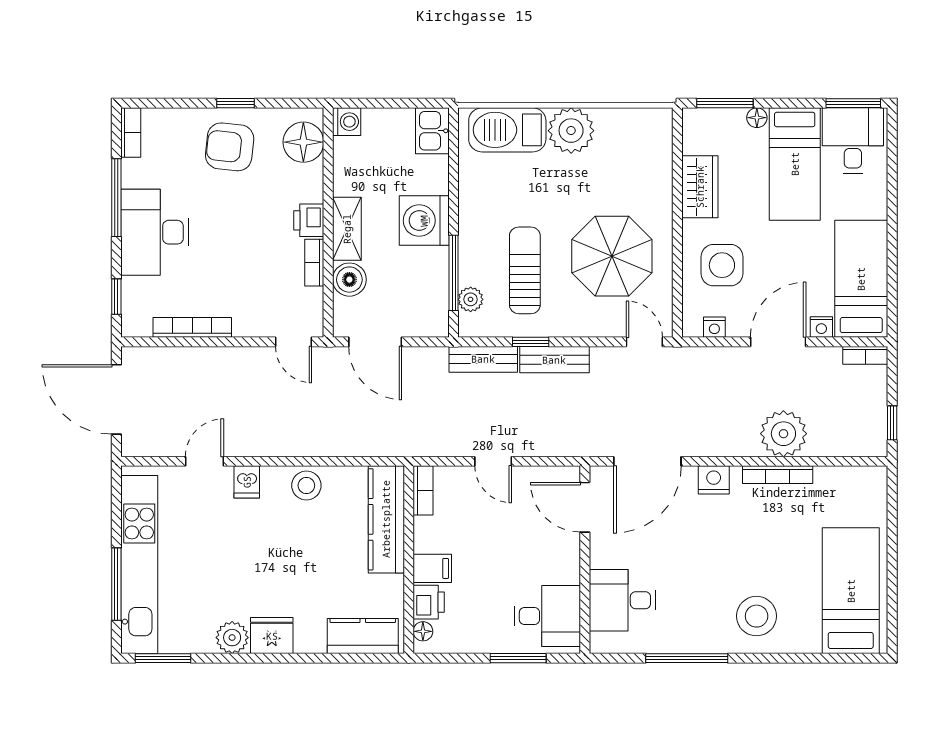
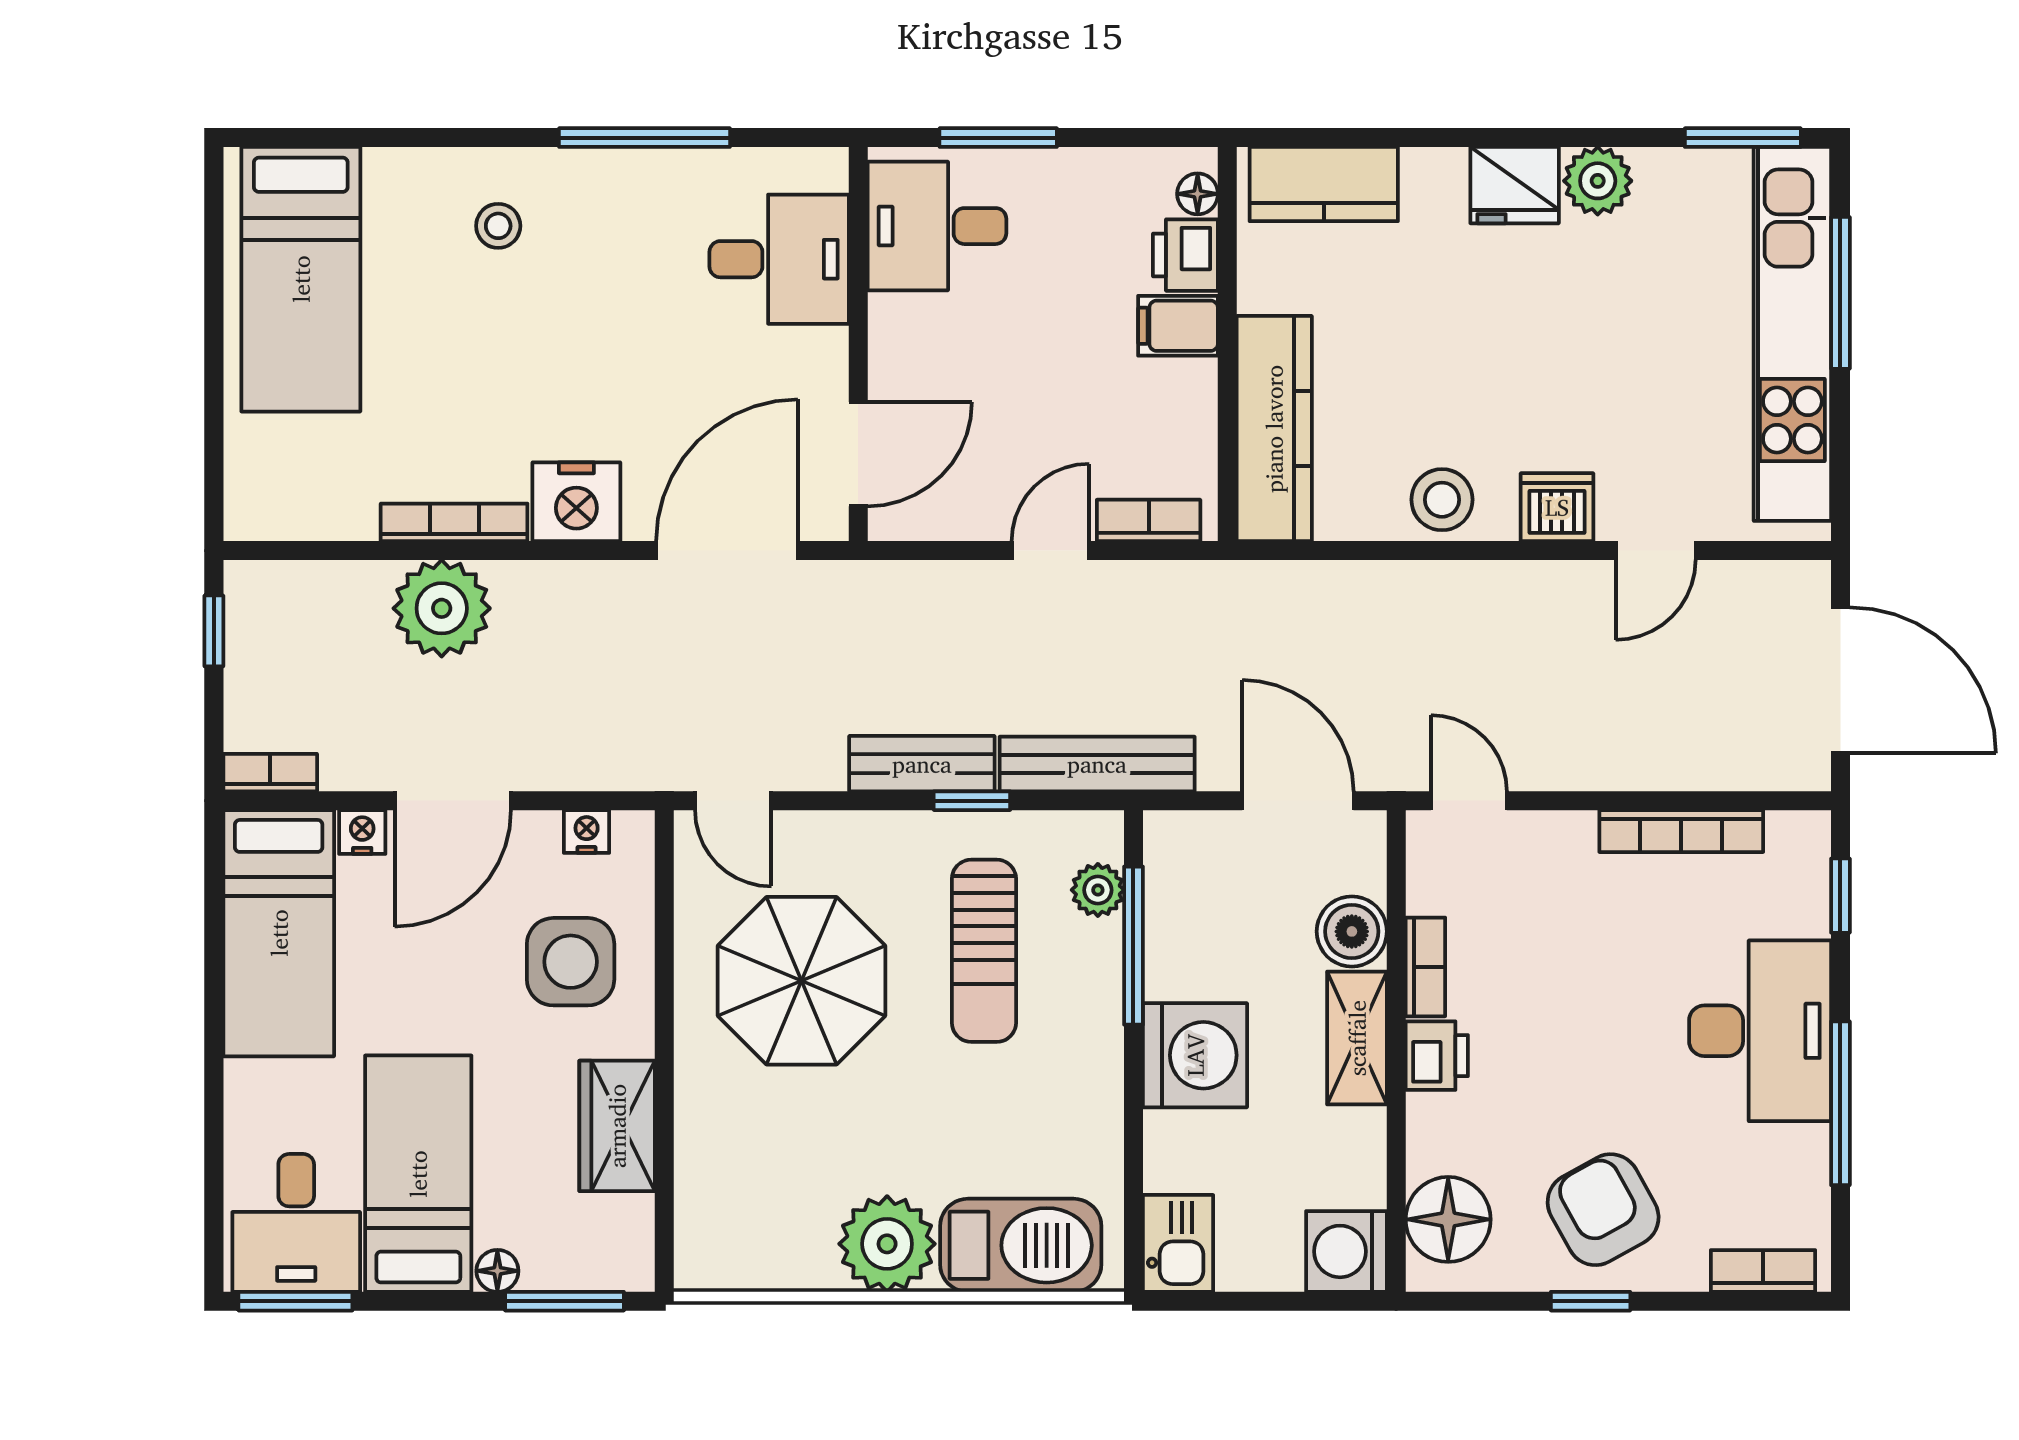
washing machine: (347, 122) -> (1346, 1251), width x1.38, depth x1.38
bookcase: (131, 133) -> (1763, 1271), moved, turned 90
armchair: (230, 147) -> (1603, 1210), turned -125
bench: (483, 359) -> (1097, 764), width x1.36
door: (493, 461) -> (1050, 551), hinge flipped
nightstand: (714, 480) -> (576, 502), width x1.36, depth x1.33
dishwasher: (247, 482) -> (1557, 507), width x1.38
bookcase: (423, 490) -> (1149, 520), moved, turned 90
door: (585, 507) -> (858, 454), hinge flipped
stool: (757, 616) -> (498, 226), width x0.53, depth x0.53

